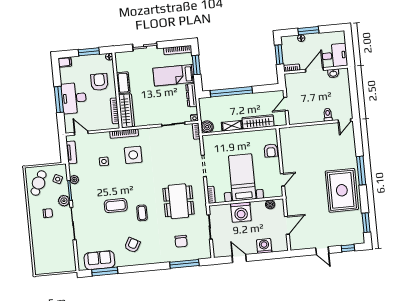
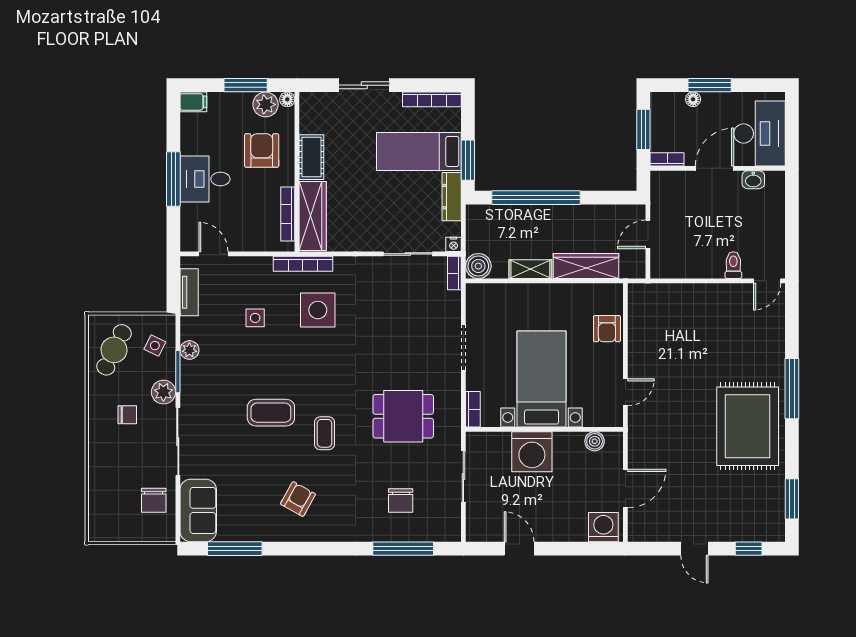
desk: (335, 55) -> (759, 134), width x1.37
plant: (99, 60) -> (266, 104), added
window: (196, 65) -> (468, 160), moved
desk: (74, 98) -> (205, 179), width x0.73
dining table: (178, 201) -> (403, 416), width x0.73
washing machine: (264, 246) -> (603, 527), moved
chair: (64, 252) -> (154, 500), added
sofa: (99, 260) -> (198, 510), moved, turned 90

